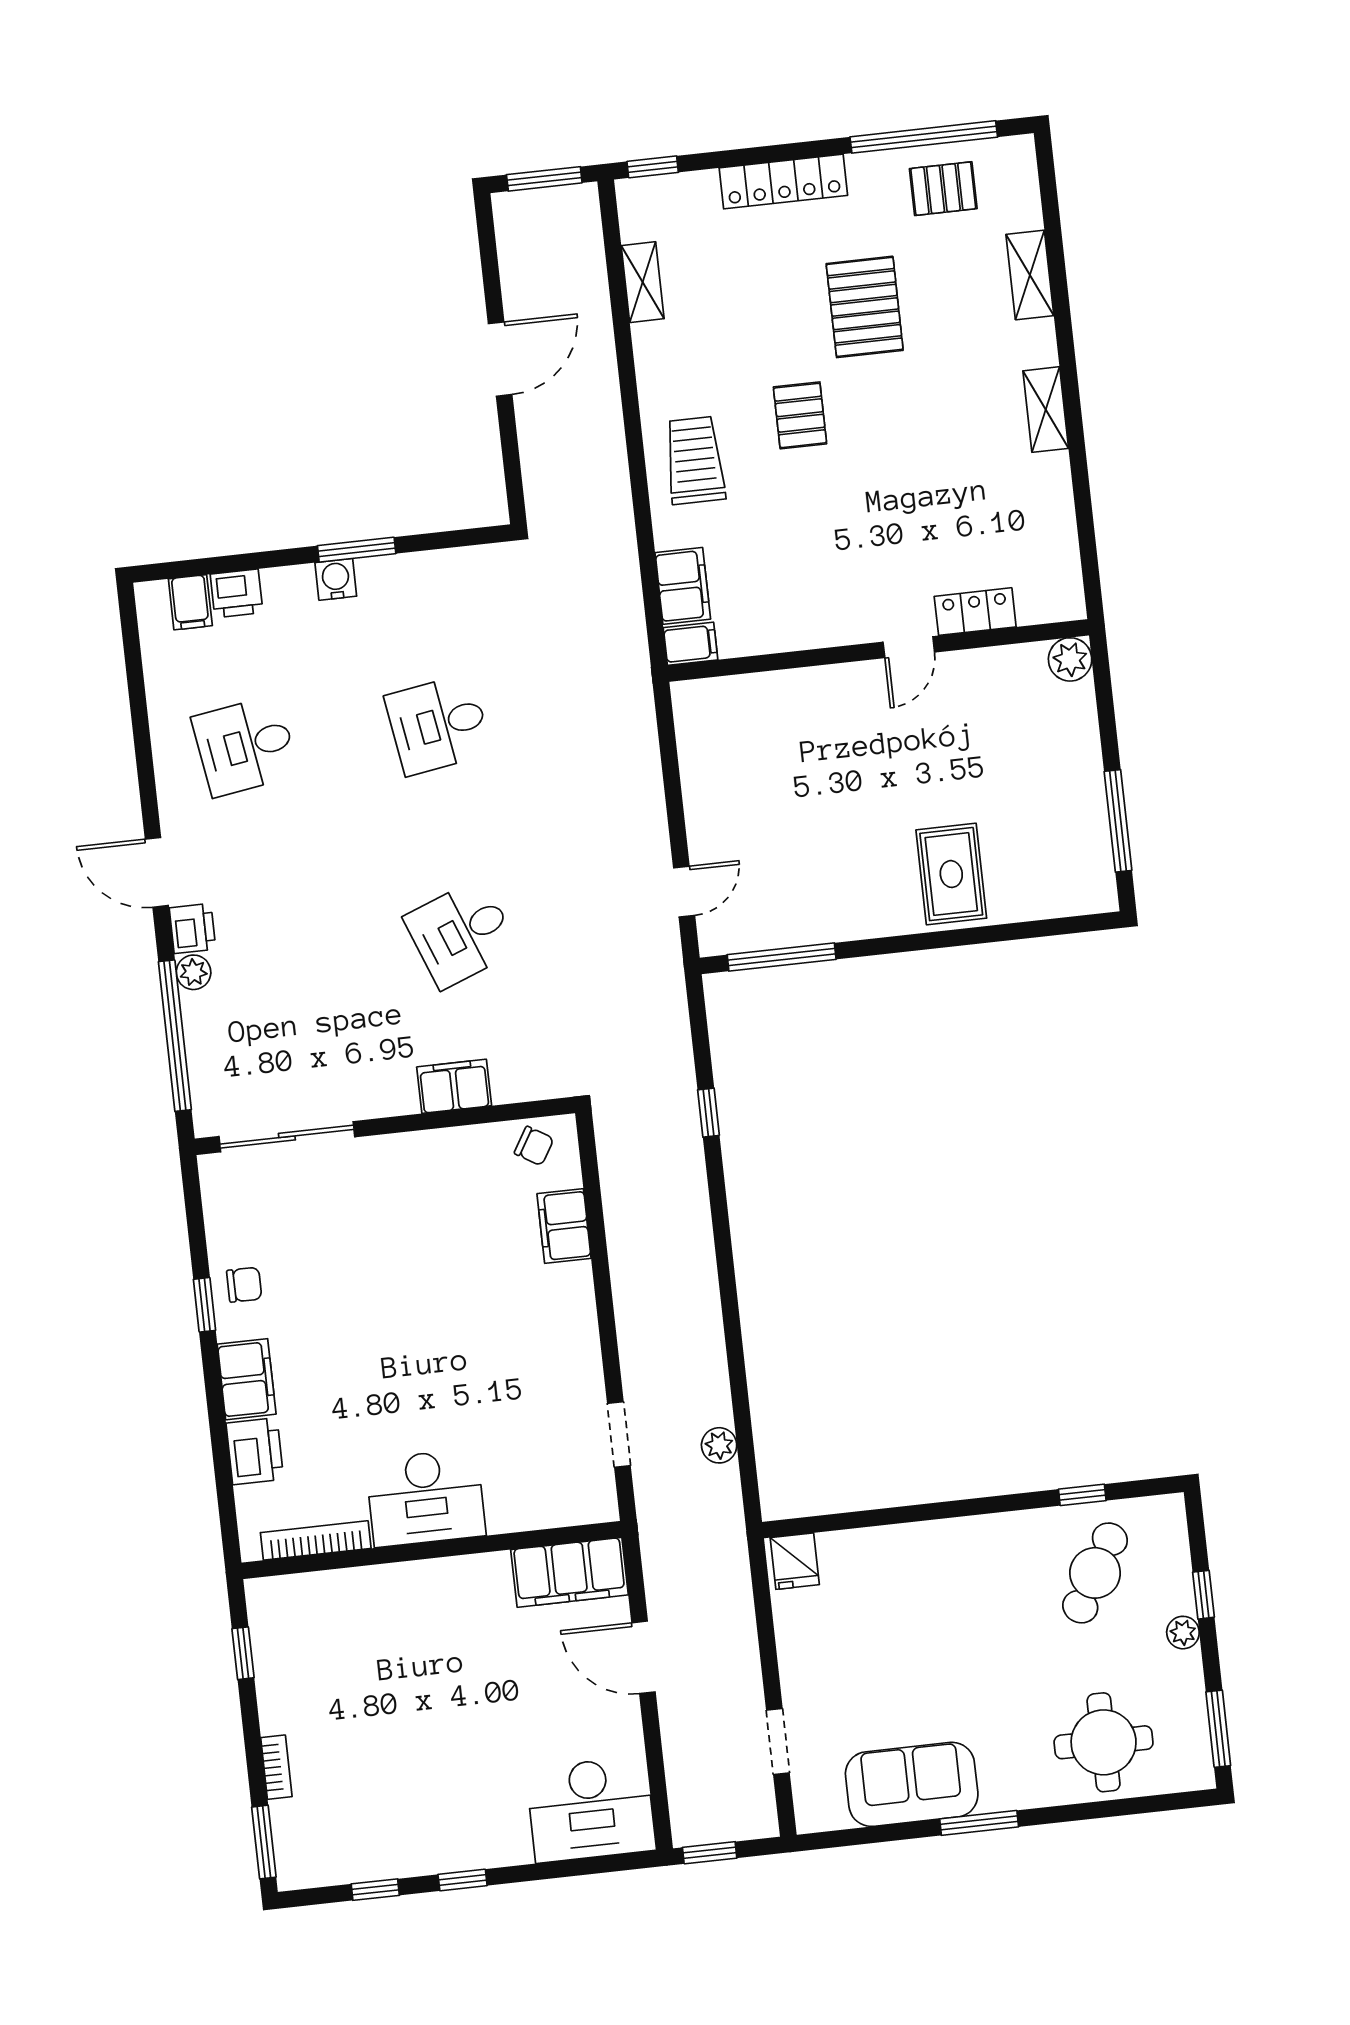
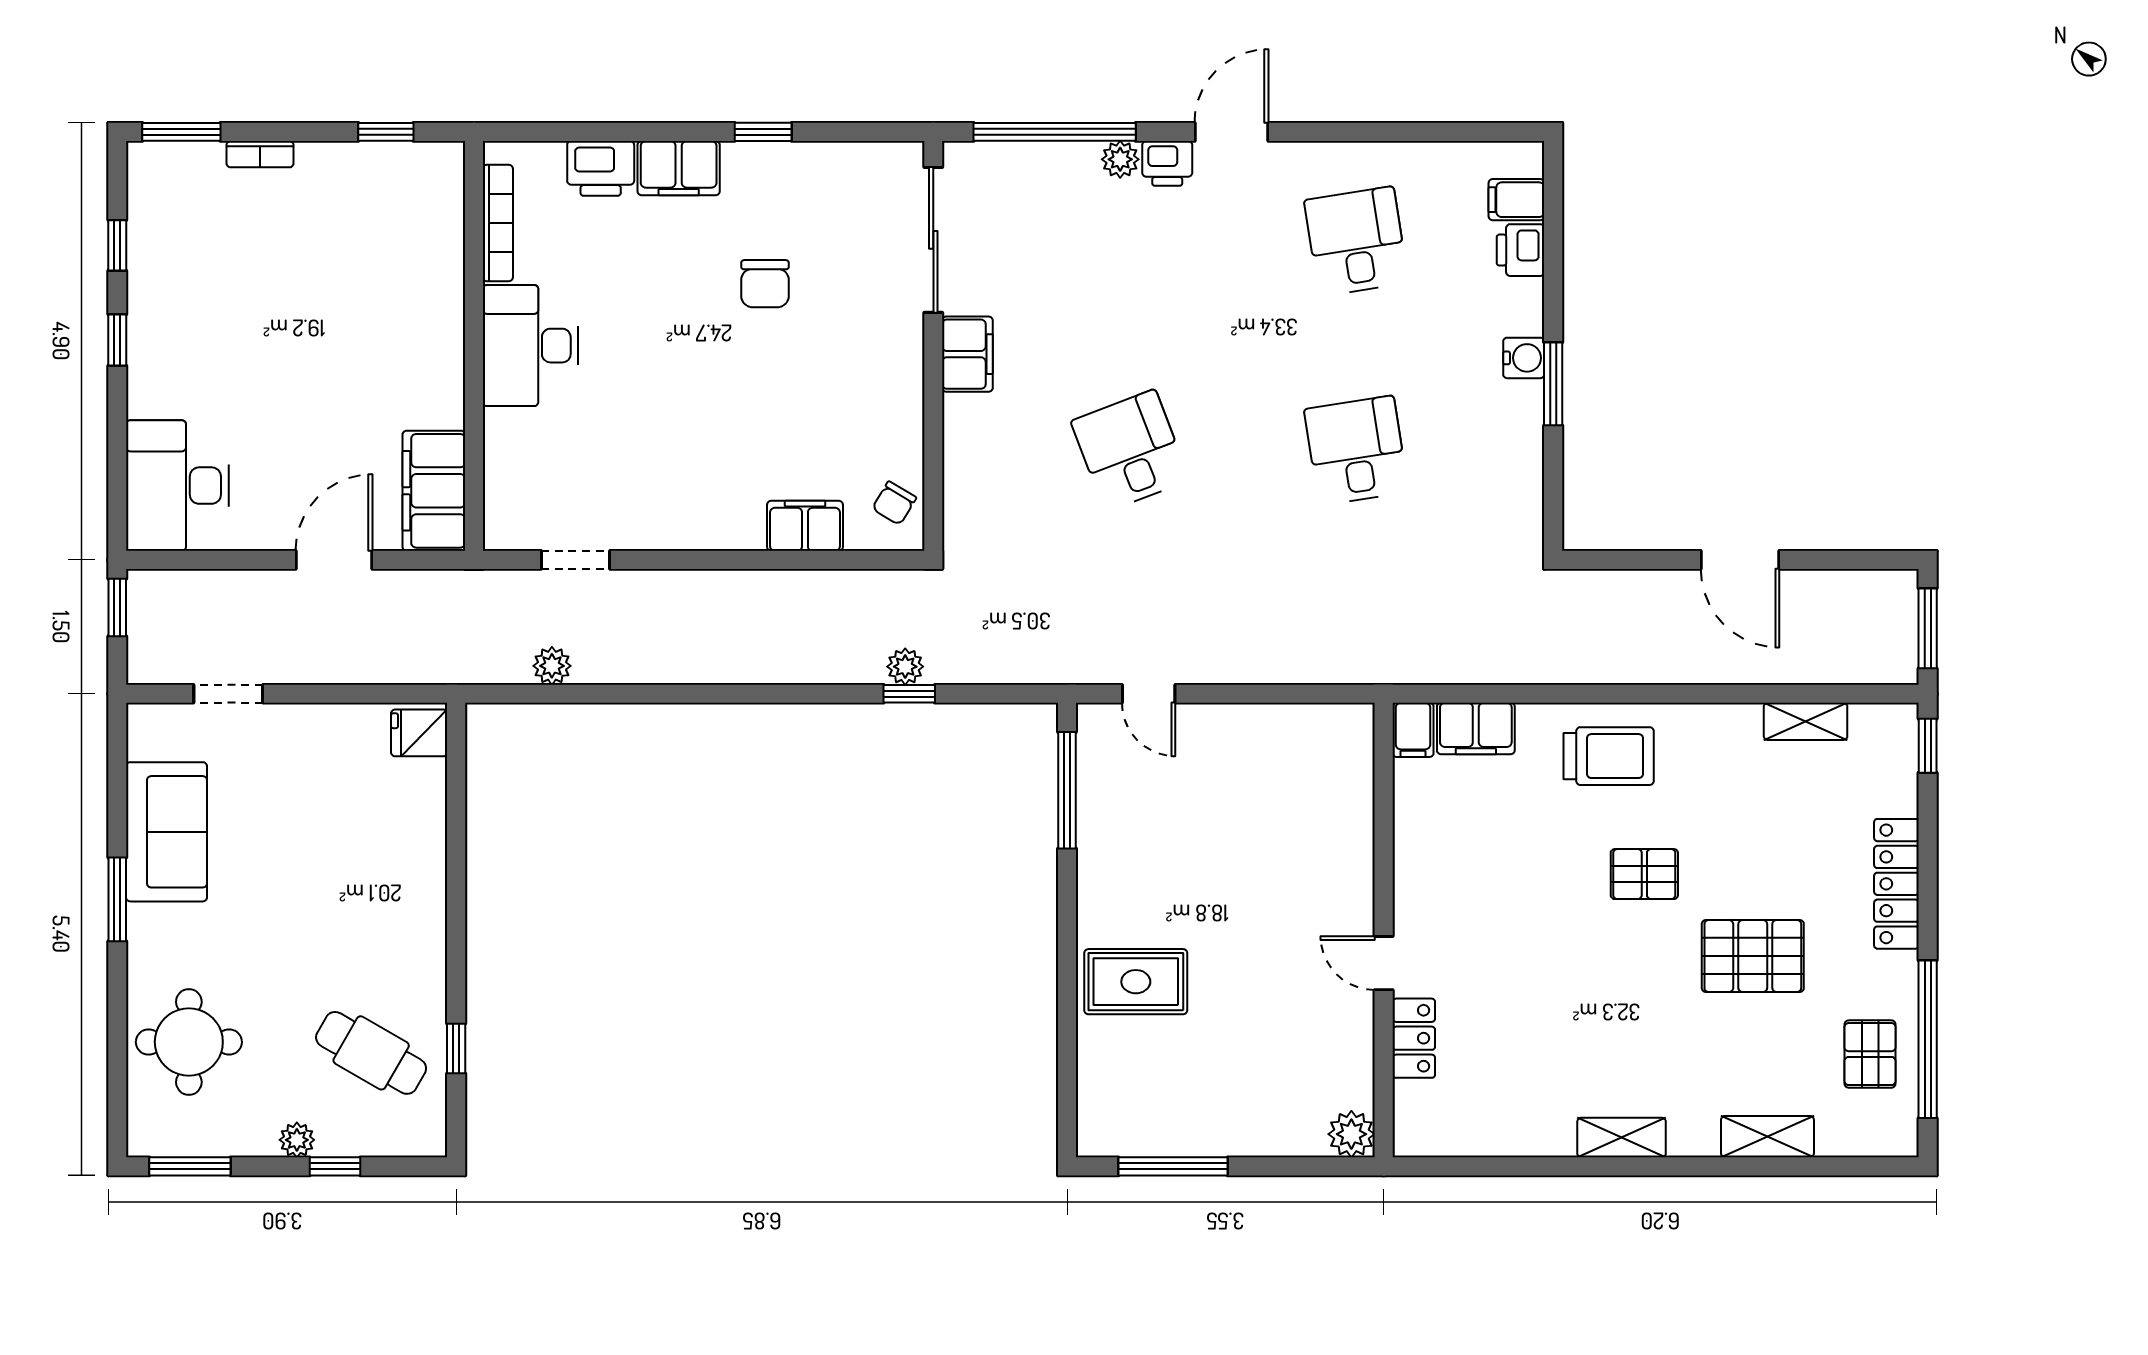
filing cabinet: (454, 1086) -> (967, 354), moved
plant: (684, 1119) -> (905, 667), added
chair: (244, 1285) -> (765, 284), moved, width x1.37, depth x1.37

